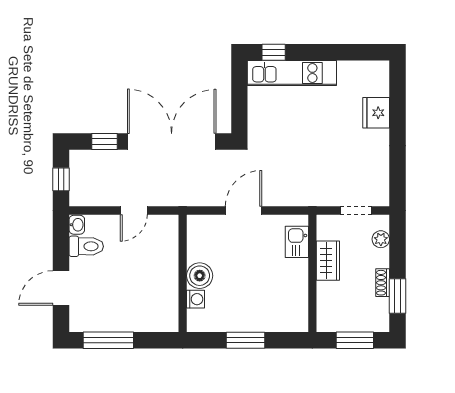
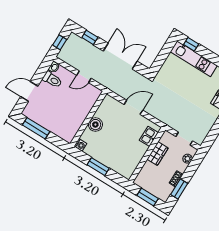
double door: (172, 142) -> (120, 56), width x0.73
washing machine: (196, 299) -> (80, 145), moved

